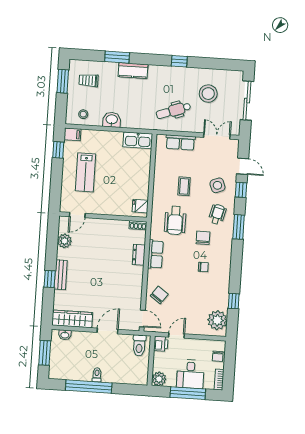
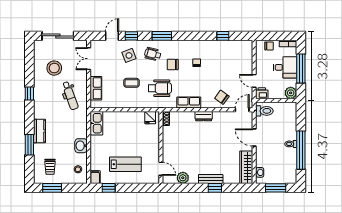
dresser: (139, 255) -> (204, 116), moved
plant: (217, 320) -> (239, 48), removed

